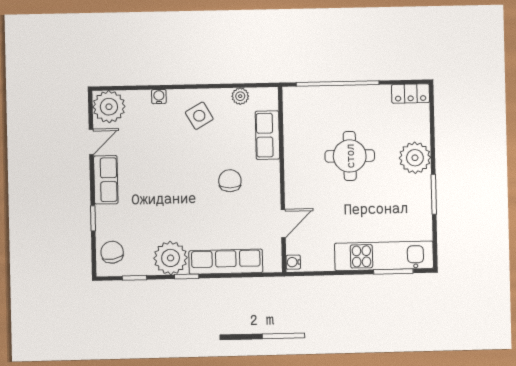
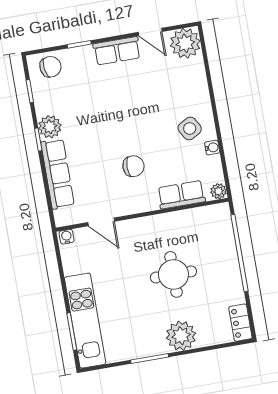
plant: (240, 96) -> (219, 191), moved
water cooler: (159, 97) -> (212, 148), moved
plant: (171, 258) -> (50, 127), width x0.73, depth x0.73

